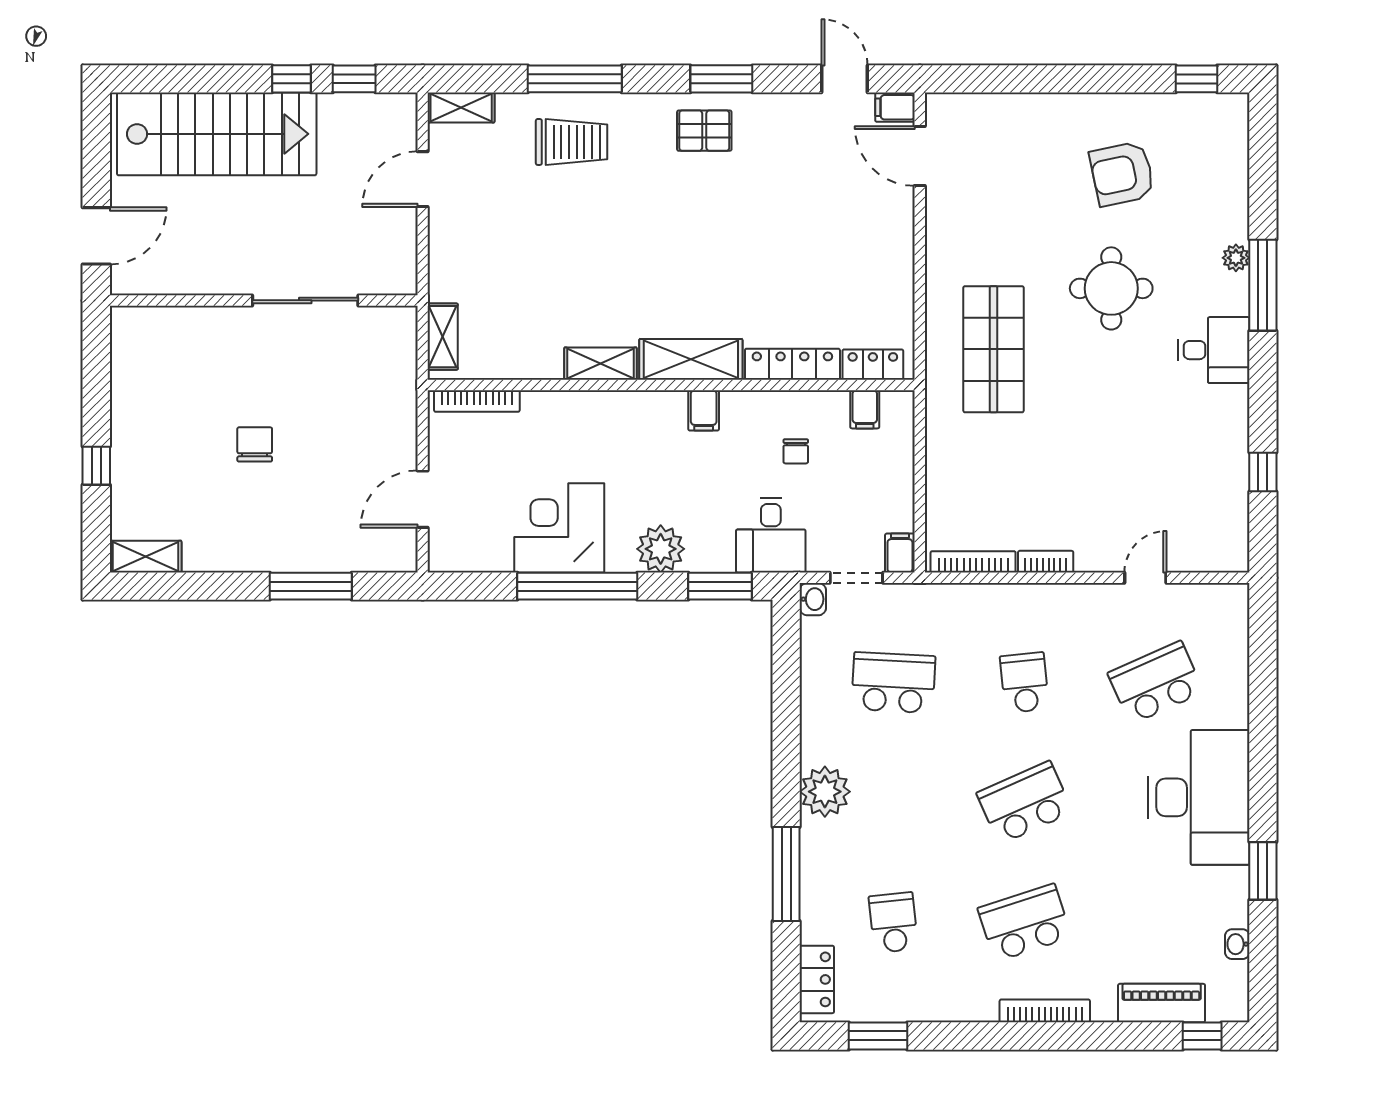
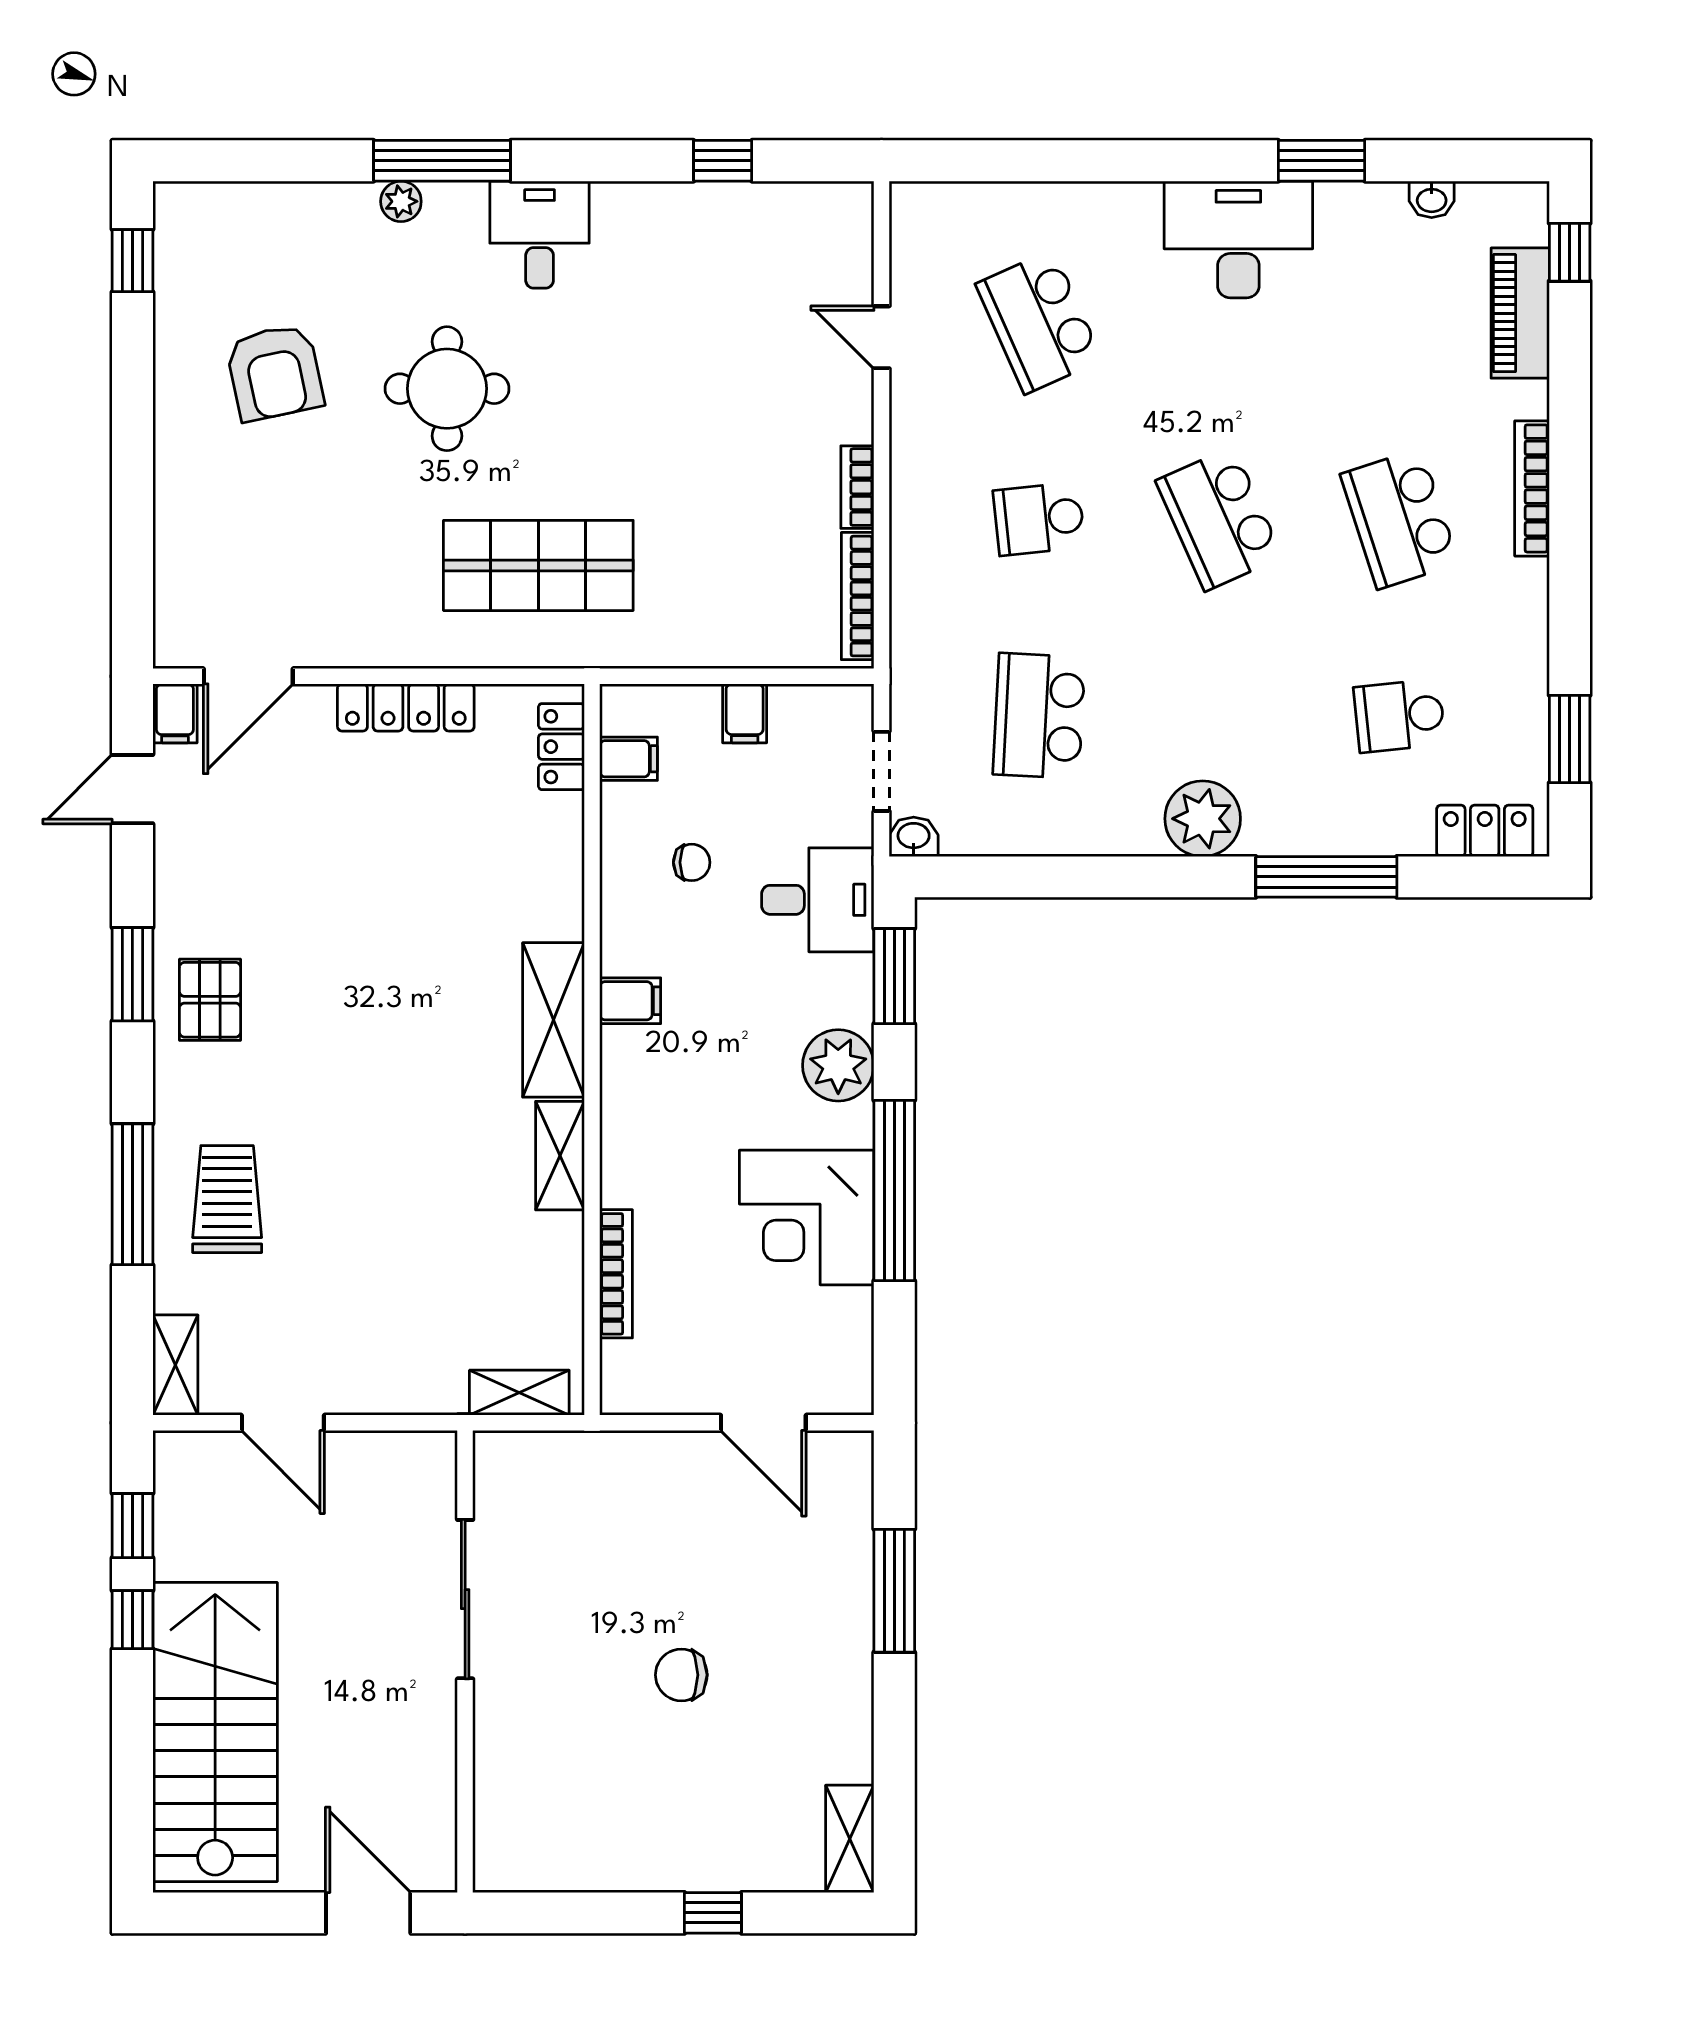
locker: (792, 364) -> (406, 707), moved, turned -90
bookcase: (477, 401) -> (616, 1274), moved
filing cabinet: (900, 553) -> (745, 713), moved, turned -90
desk: (1199, 797) -> (1238, 239), width x0.73, depth x0.77

